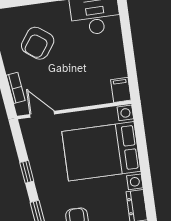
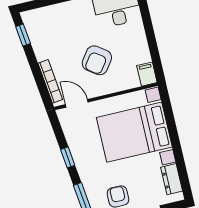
armchair: (38, 43) -> (97, 60), moved
bookcase: (16, 88) -> (50, 81), width x1.56

